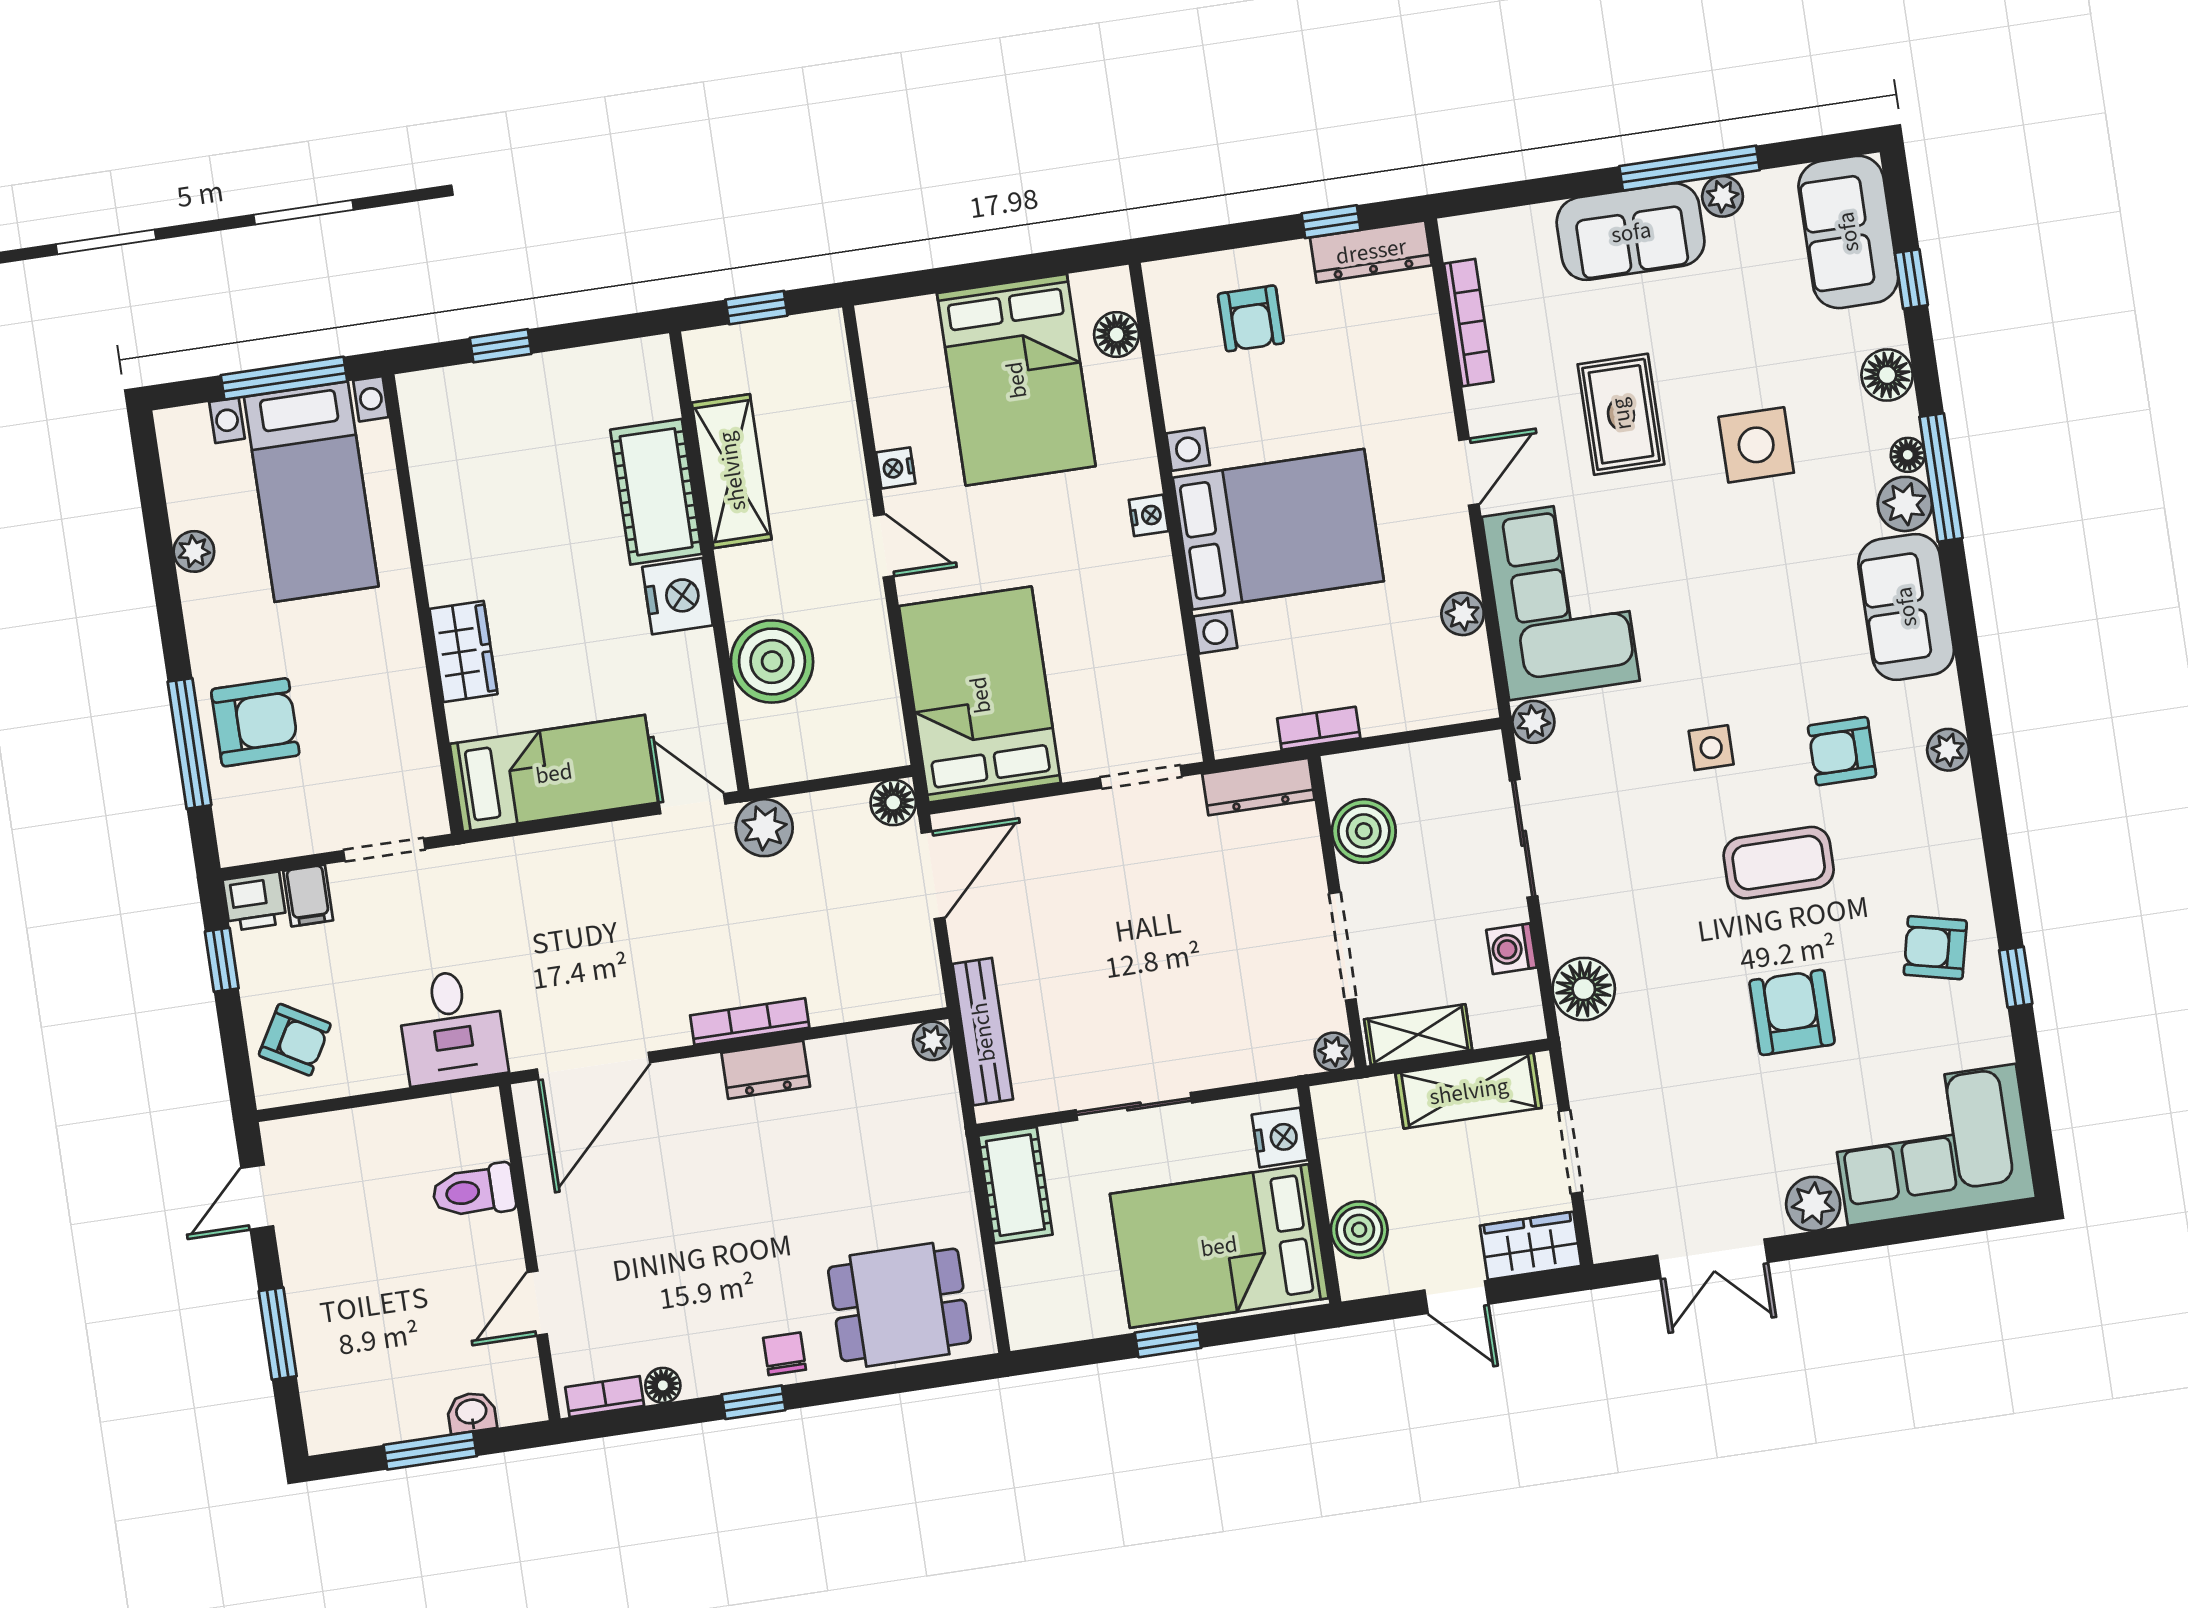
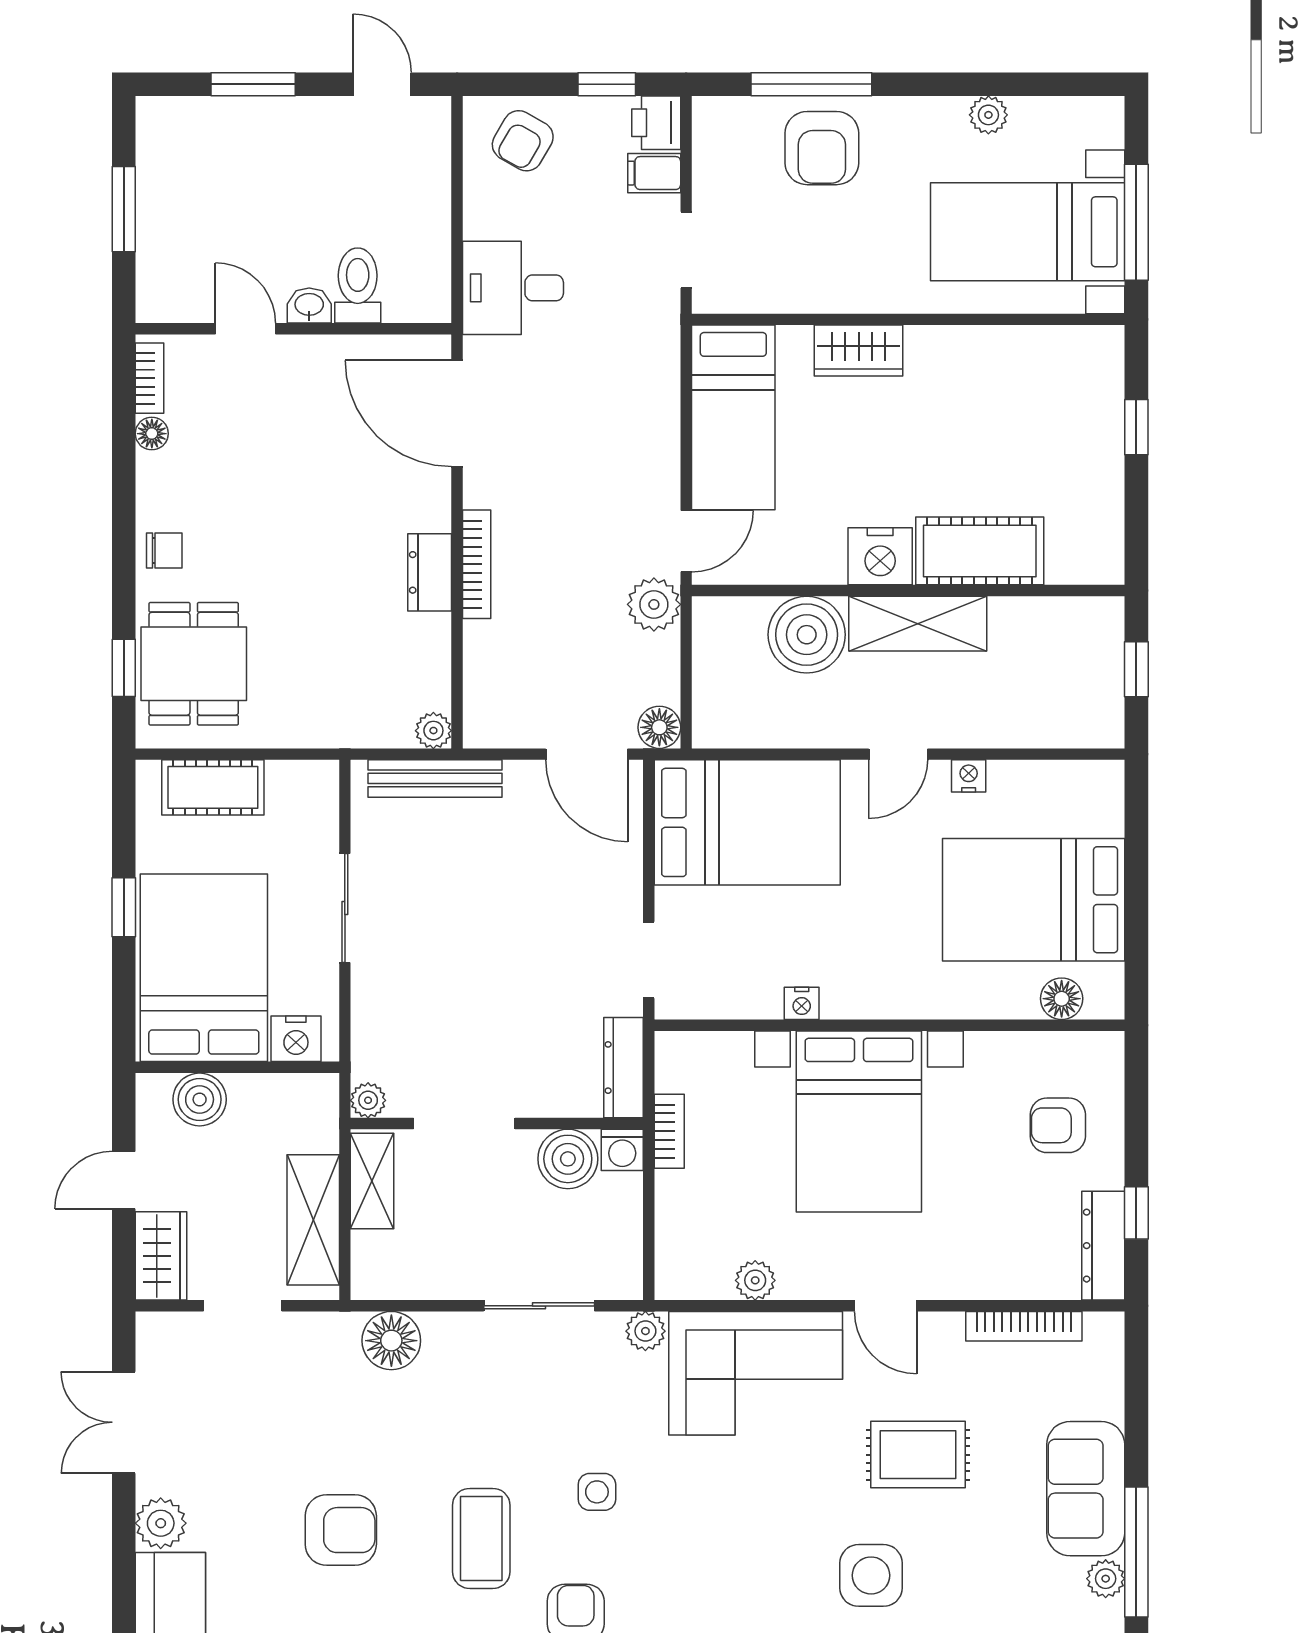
shelving: (732, 471) -> (918, 624), moved
nightstand: (1149, 515) -> (802, 1003), moved
washing machine: (1512, 949) -> (622, 1150), moved, turned 180
cot: (1015, 1185) -> (213, 787), moved
window: (754, 1402) -> (124, 668), moved
washbasin: (471, 1413) -> (309, 305), moved, turned -90

